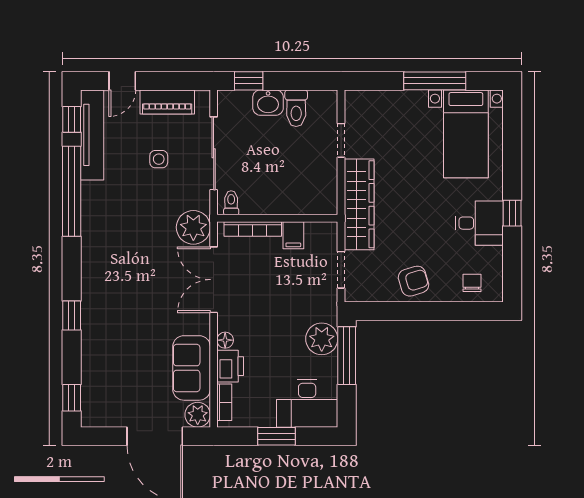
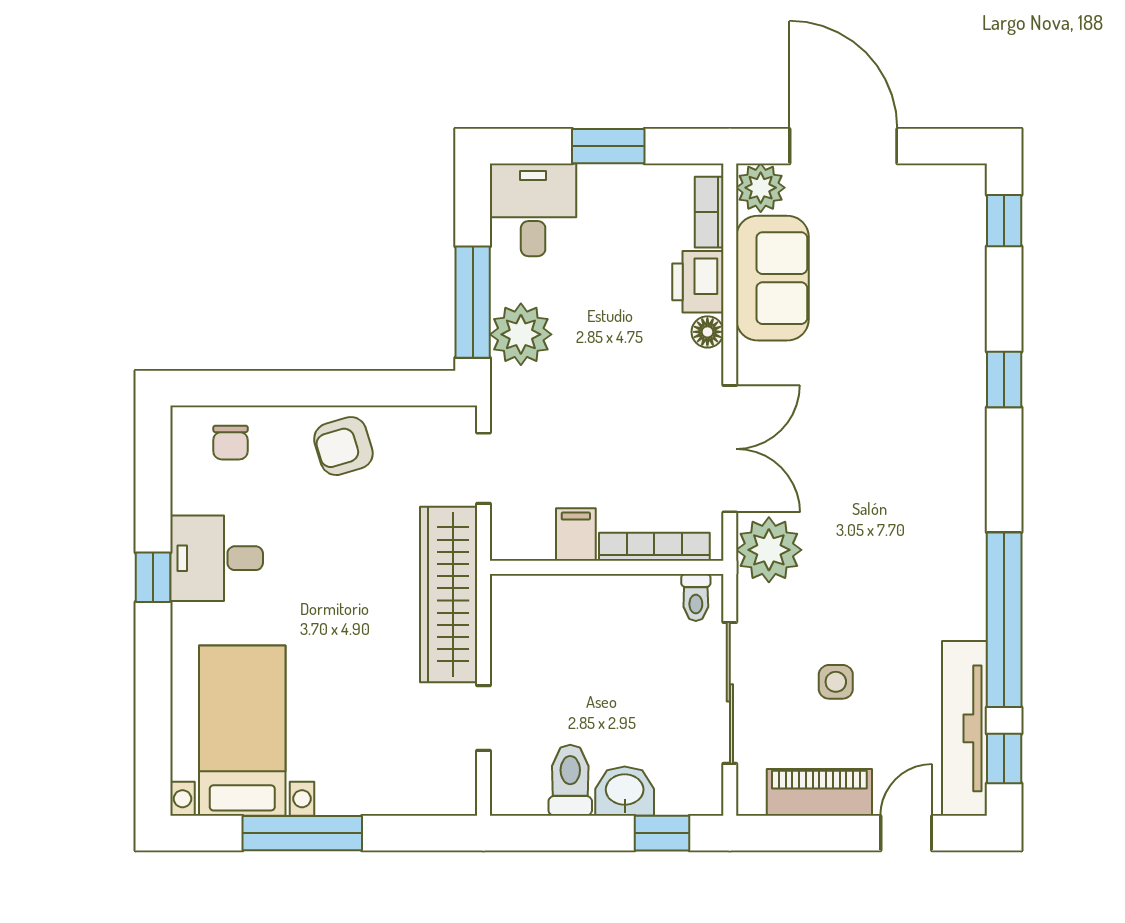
desk: (307, 403) -> (533, 210), width x0.73

